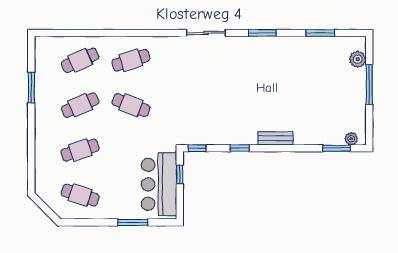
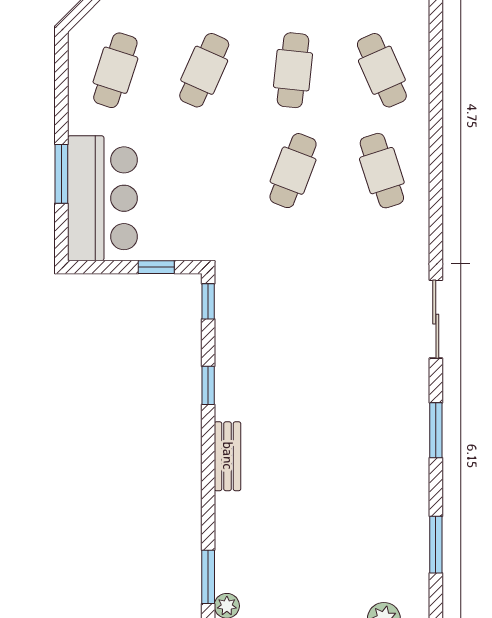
cafe table: (80, 105) -> (293, 70), turned 30
cafe table: (80, 150) -> (204, 70), turned 42
bar counter: (159, 184) -> (102, 198), moved, turned 90

